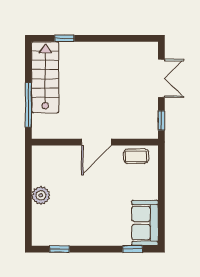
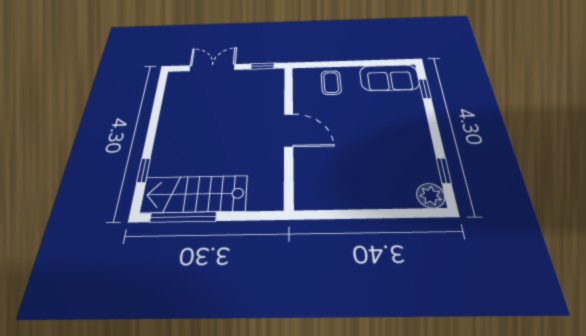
window: (28, 105) -> (183, 217), moved
coffee table: (136, 156) -> (331, 83), moved
plant: (41, 195) -> (431, 196), moved

